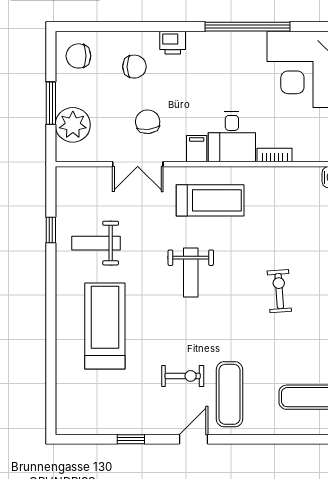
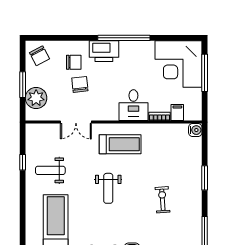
window: (247, 27) -> (124, 38), moved
printer: (173, 43) -> (104, 51), width x1.87, depth x1.48
chair: (78, 56) -> (40, 56), turned -118
chair: (148, 122) -> (80, 84), moved
filing cabinet: (197, 149) -> (177, 113), moved

